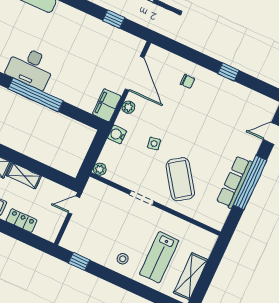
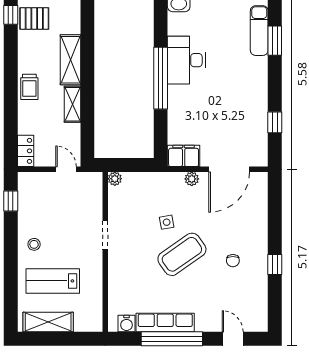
chair: (187, 81) -> (233, 261), moved
water cooler: (117, 134) -> (127, 324), moved, turned 180
coffee table: (180, 179) -> (182, 254), moved
locker: (21, 221) -> (26, 151), moved

